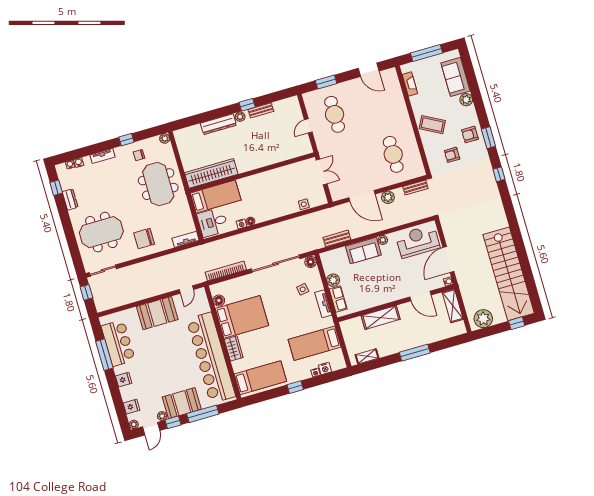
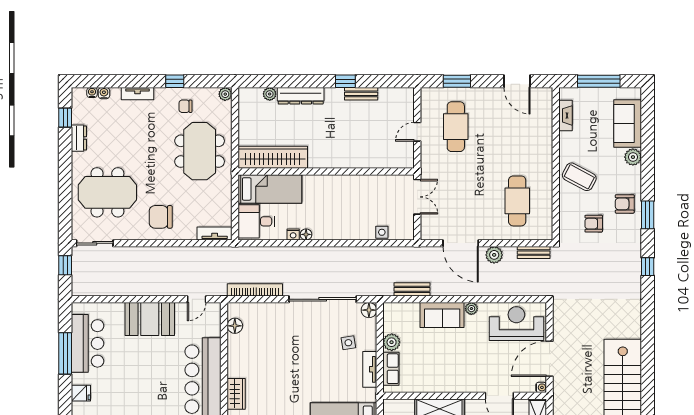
plant: (240, 117) -> (270, 94), moved
bed: (242, 317) -> (259, 356), removed

